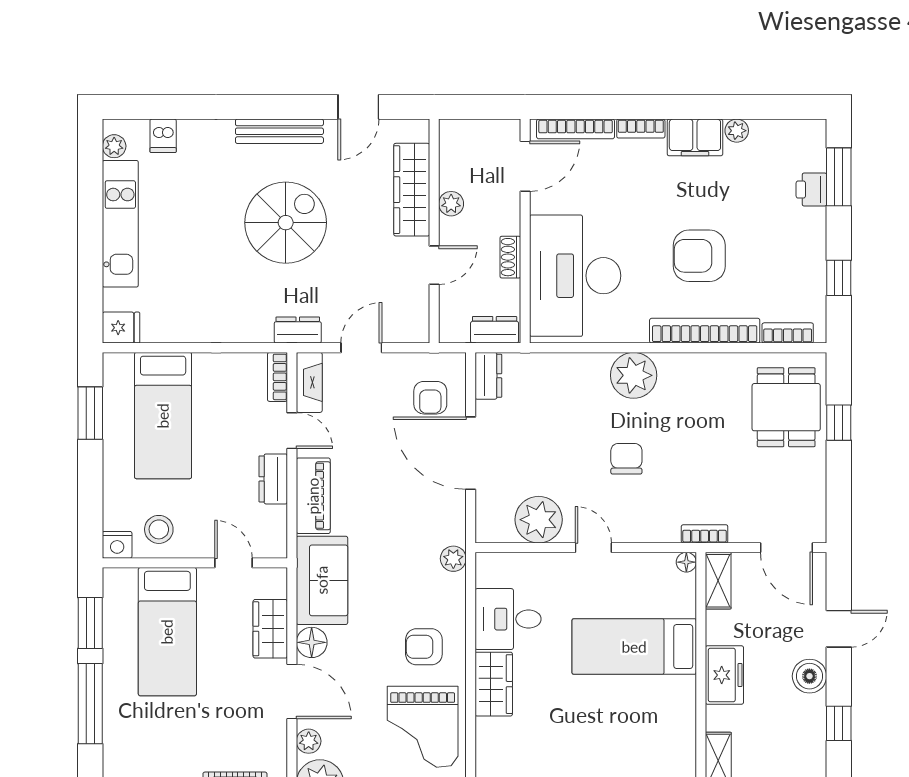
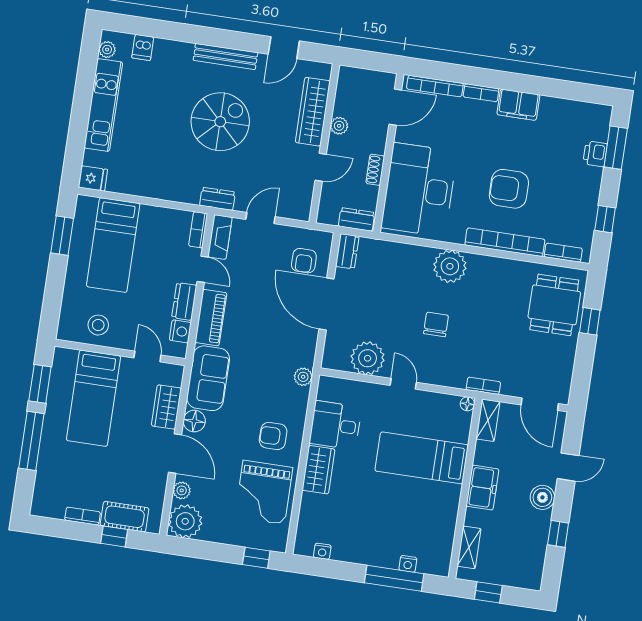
plant: (737, 131) -> (549, 104), removed
nightstand: (117, 545) -> (180, 331), moved, turned -90

